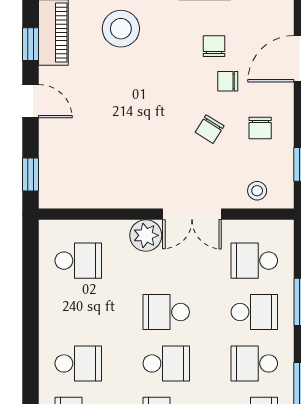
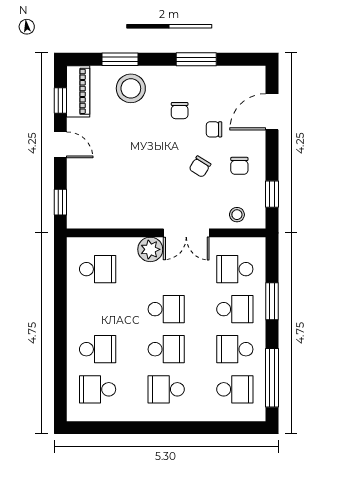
chair: (214, 46) -> (180, 111), moved, turned 180
school desk: (166, 312) -> (166, 309), turned 180

